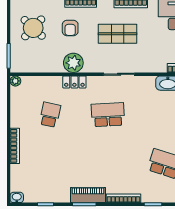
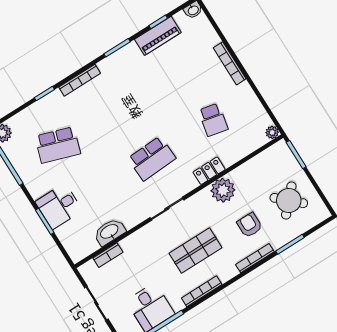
piano: (88, 195) -> (158, 36), moved

